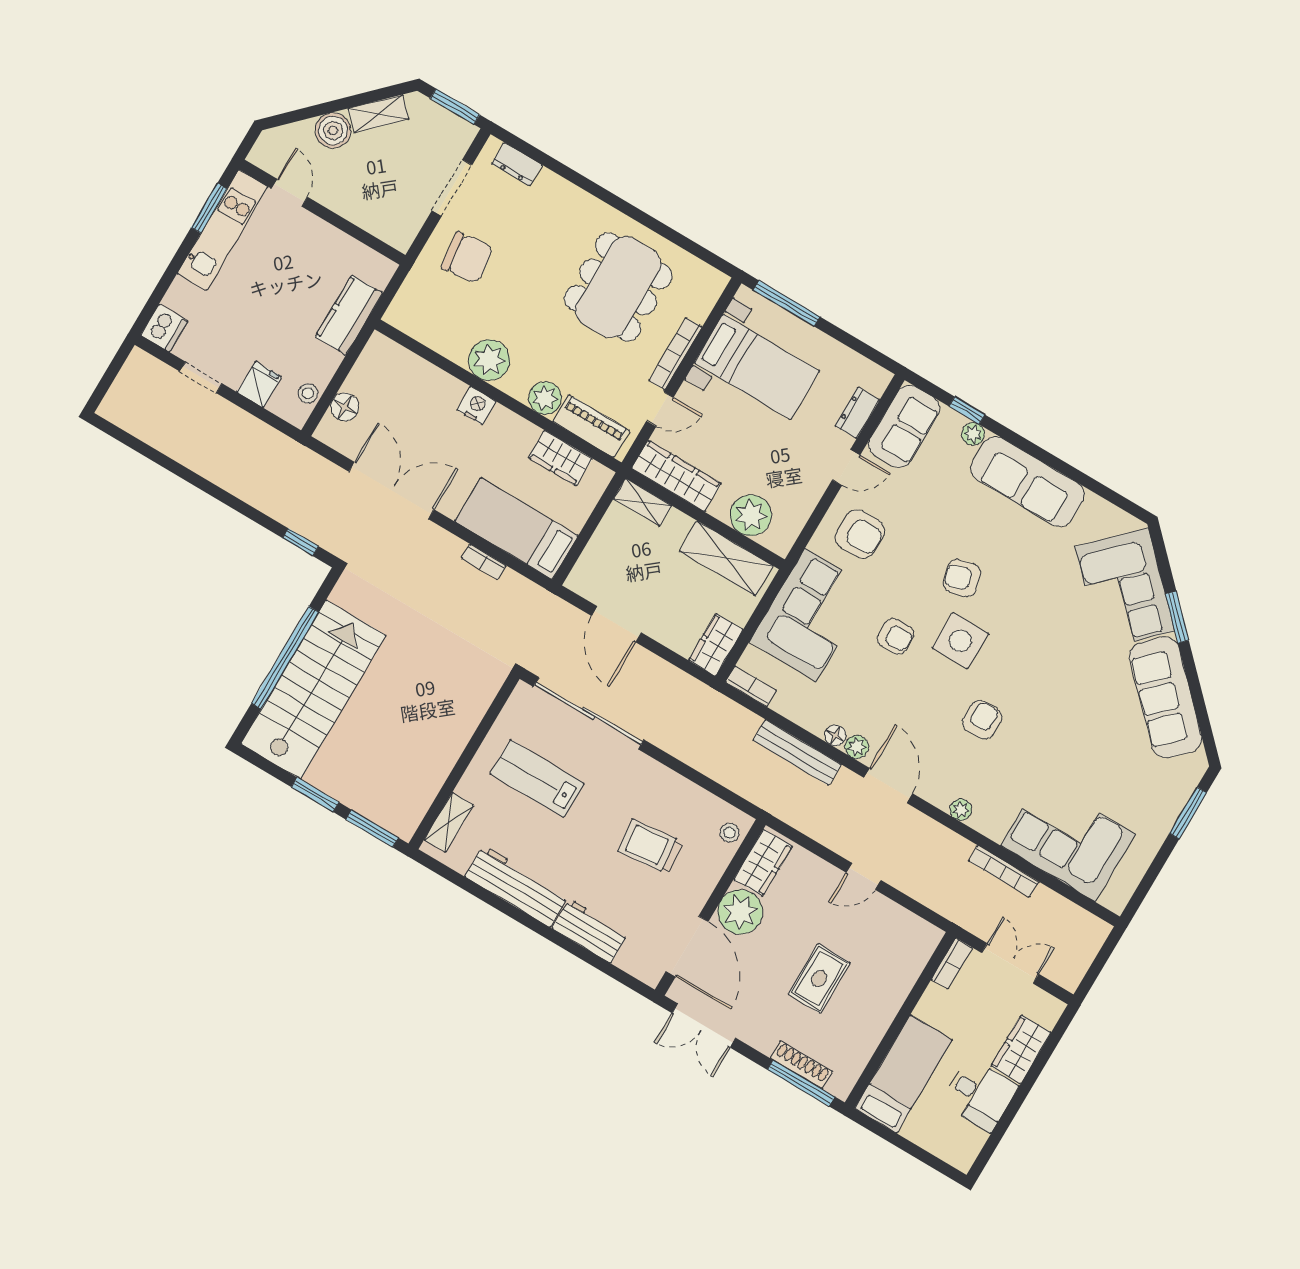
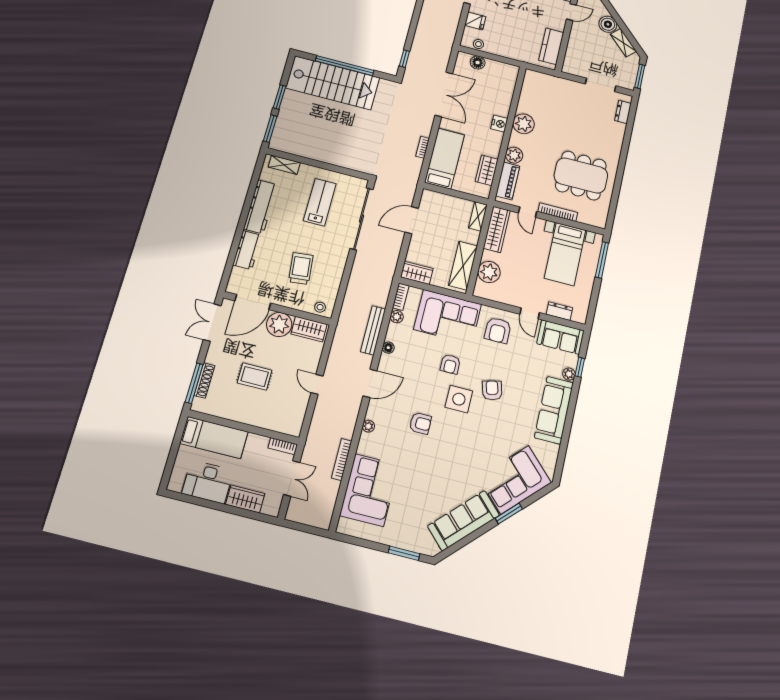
chair: (467, 258) -> (570, 101), removed
kitchen counter: (349, 315) -> (551, 46), moved, turned -90
plant: (857, 747) -> (397, 317), moved
desk: (980, 1095) -> (208, 482), width x1.37

